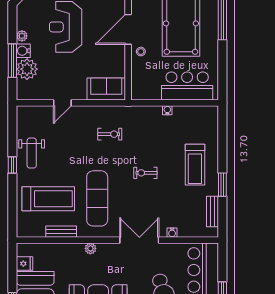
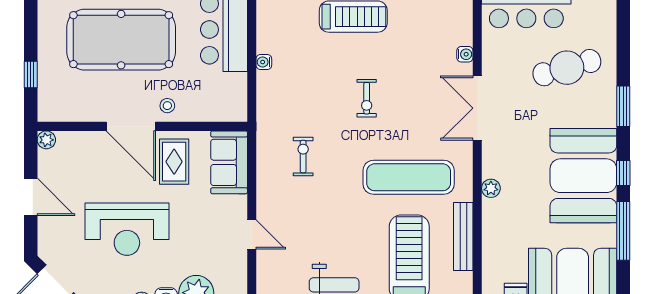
rug: (107, 56) -> (174, 162), added
bench: (61, 232) -> (463, 237), width x1.36

